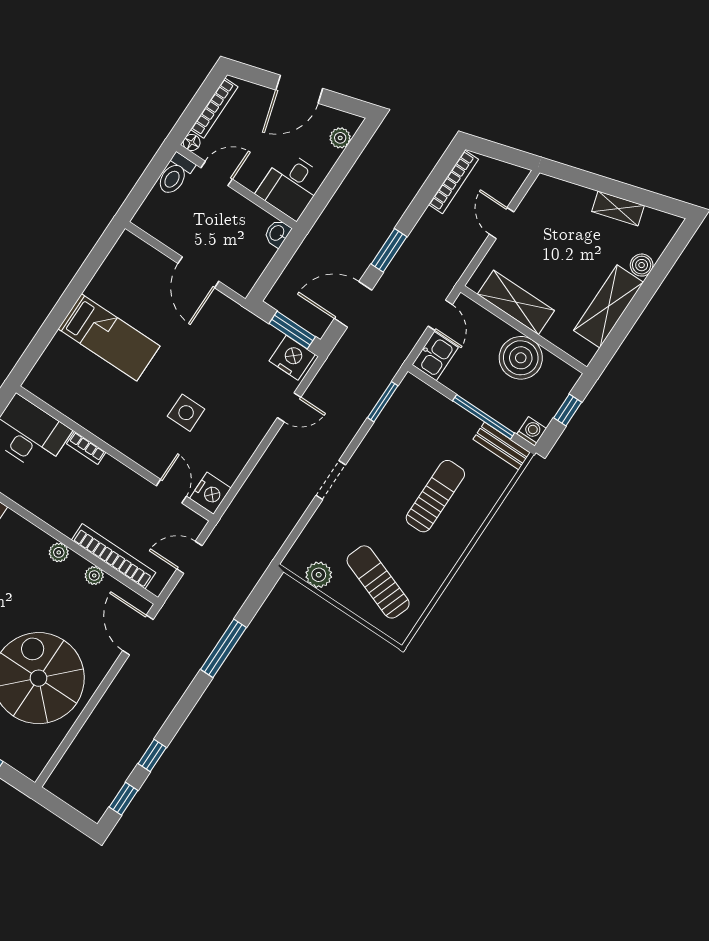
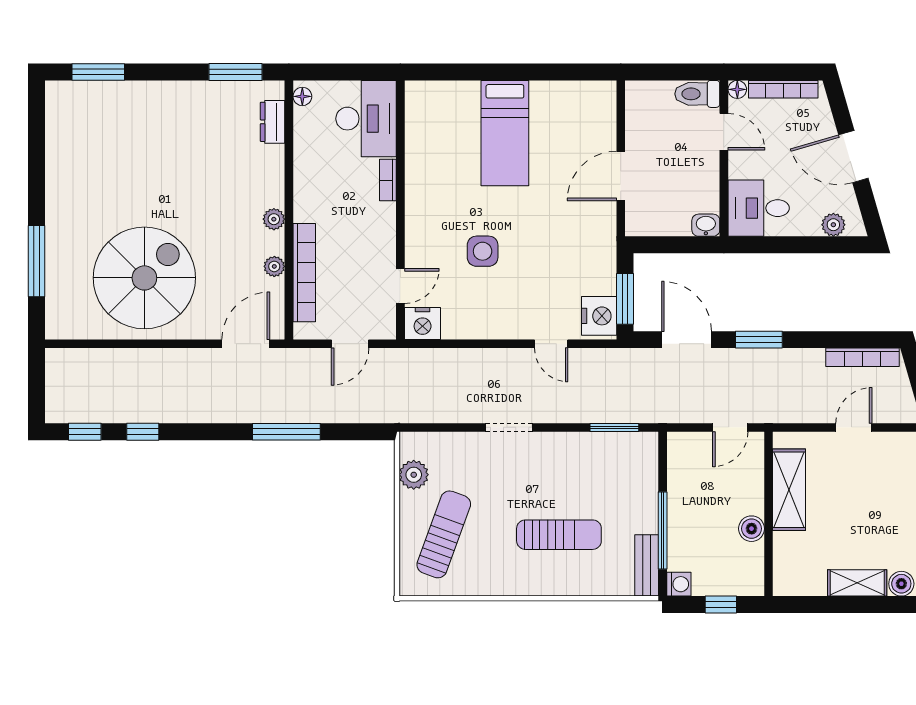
shelving: (609, 306) -> (857, 583), width x0.67, depth x0.75
kitchen sink: (435, 356) -> (689, 448), removed
boiler: (521, 358) -> (752, 529), width x0.54, depth x0.54
door: (189, 557) -> (350, 344), swing flipped

